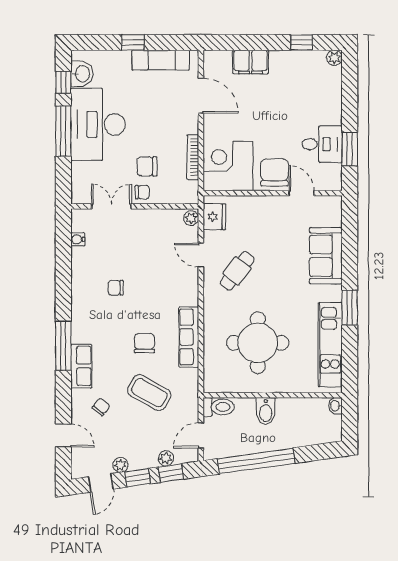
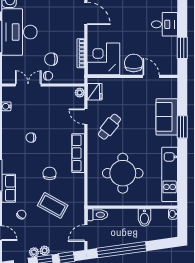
desk: (322, 144) -> (164, 24), moved
window: (350, 308) -> (182, 127), moved
row of seats: (189, 337) -> (78, 153), moved
bidet: (266, 411) -> (144, 217), moved
plant: (166, 458) -> (45, 251), moved

